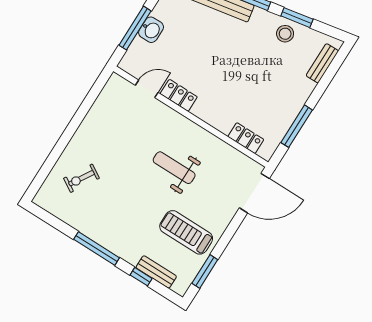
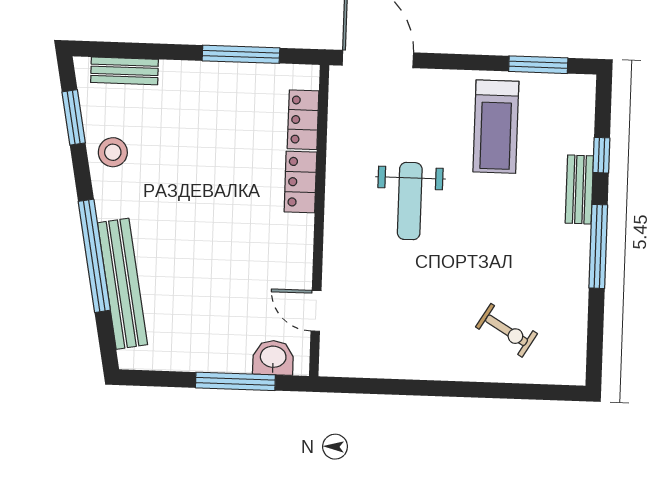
window: (297, 18) -> (74, 117), moved
washbasin: (151, 30) -> (273, 358), moved
locker: (179, 95) -> (300, 182), moved
bench: (156, 272) -> (579, 189), moved

